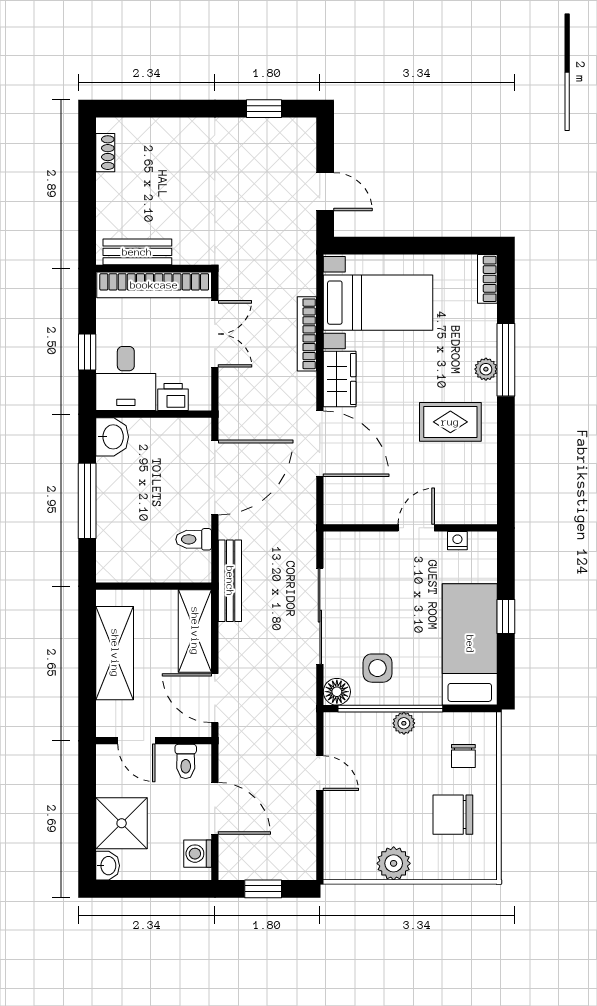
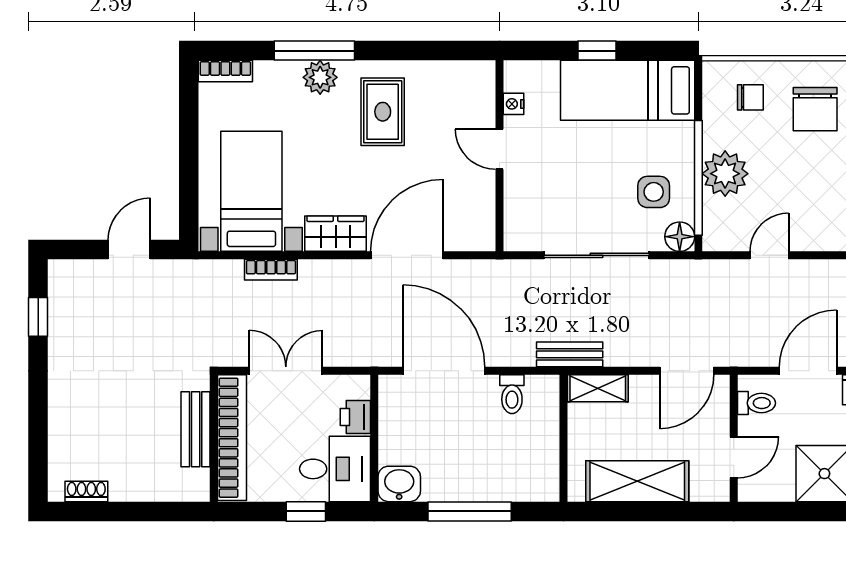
bench: (137, 252) -> (196, 429), moved
bookcase: (307, 334) -> (271, 270), width x0.64
plant: (486, 369) -> (320, 77), width x1.38, depth x1.38
bench: (230, 581) -> (570, 354), width x0.73
shelving: (195, 631) -> (598, 388), width x0.67, depth x0.75
plant: (404, 723) -> (725, 174), width x1.88, depth x1.88

